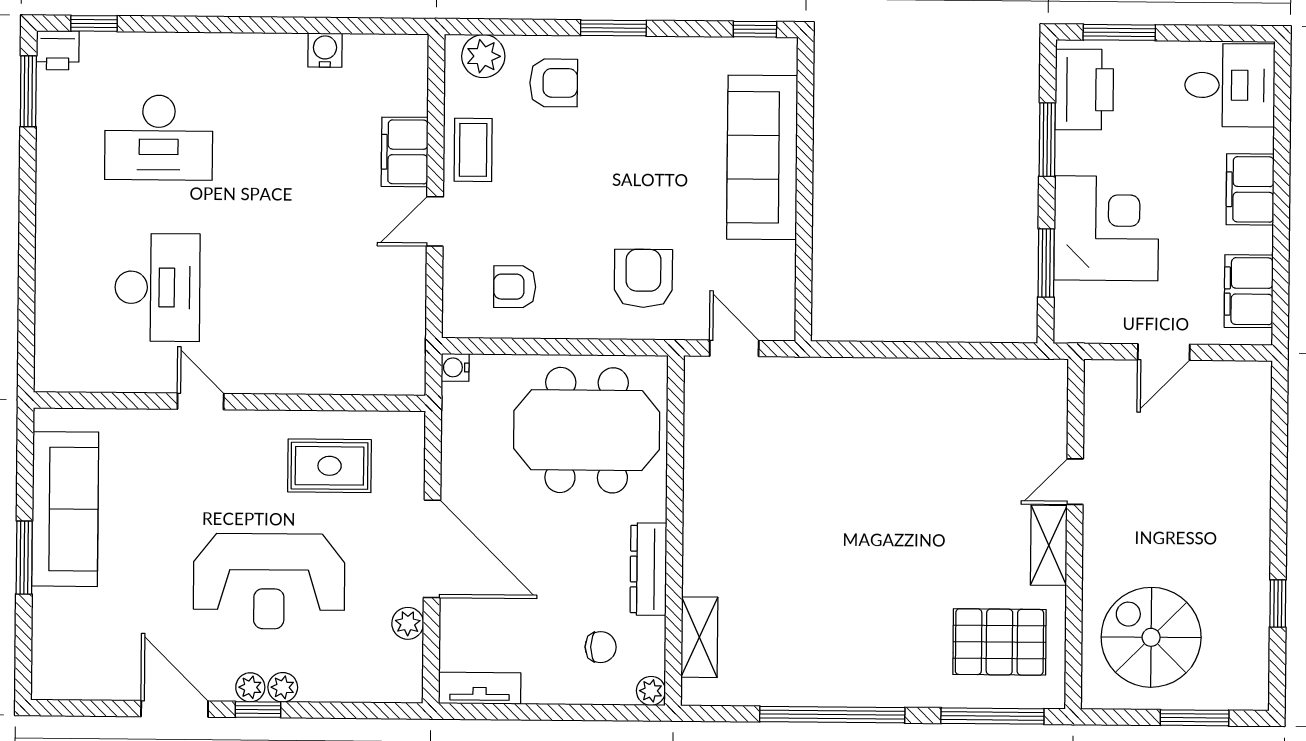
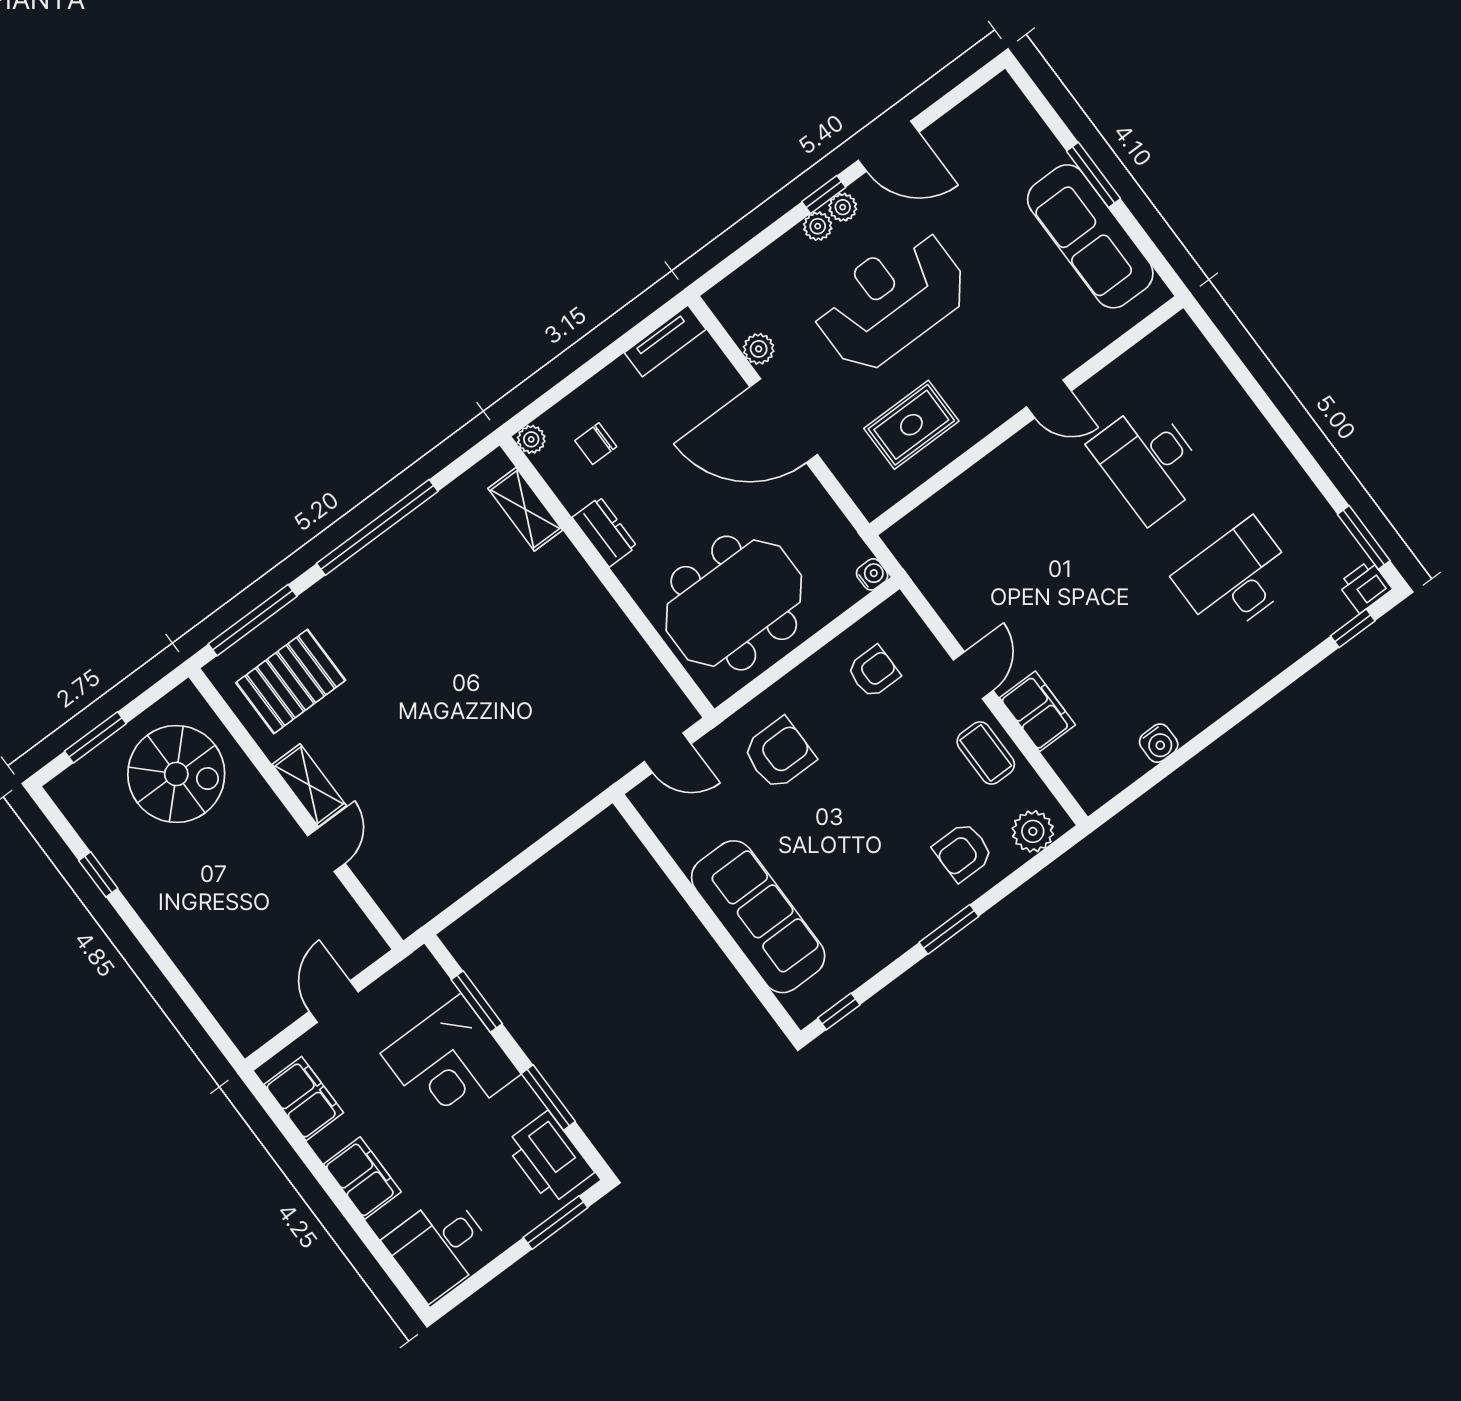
armchair: (643, 278) -> (779, 754), turned -90
dresser: (648, 569) -> (605, 532), width x0.70

